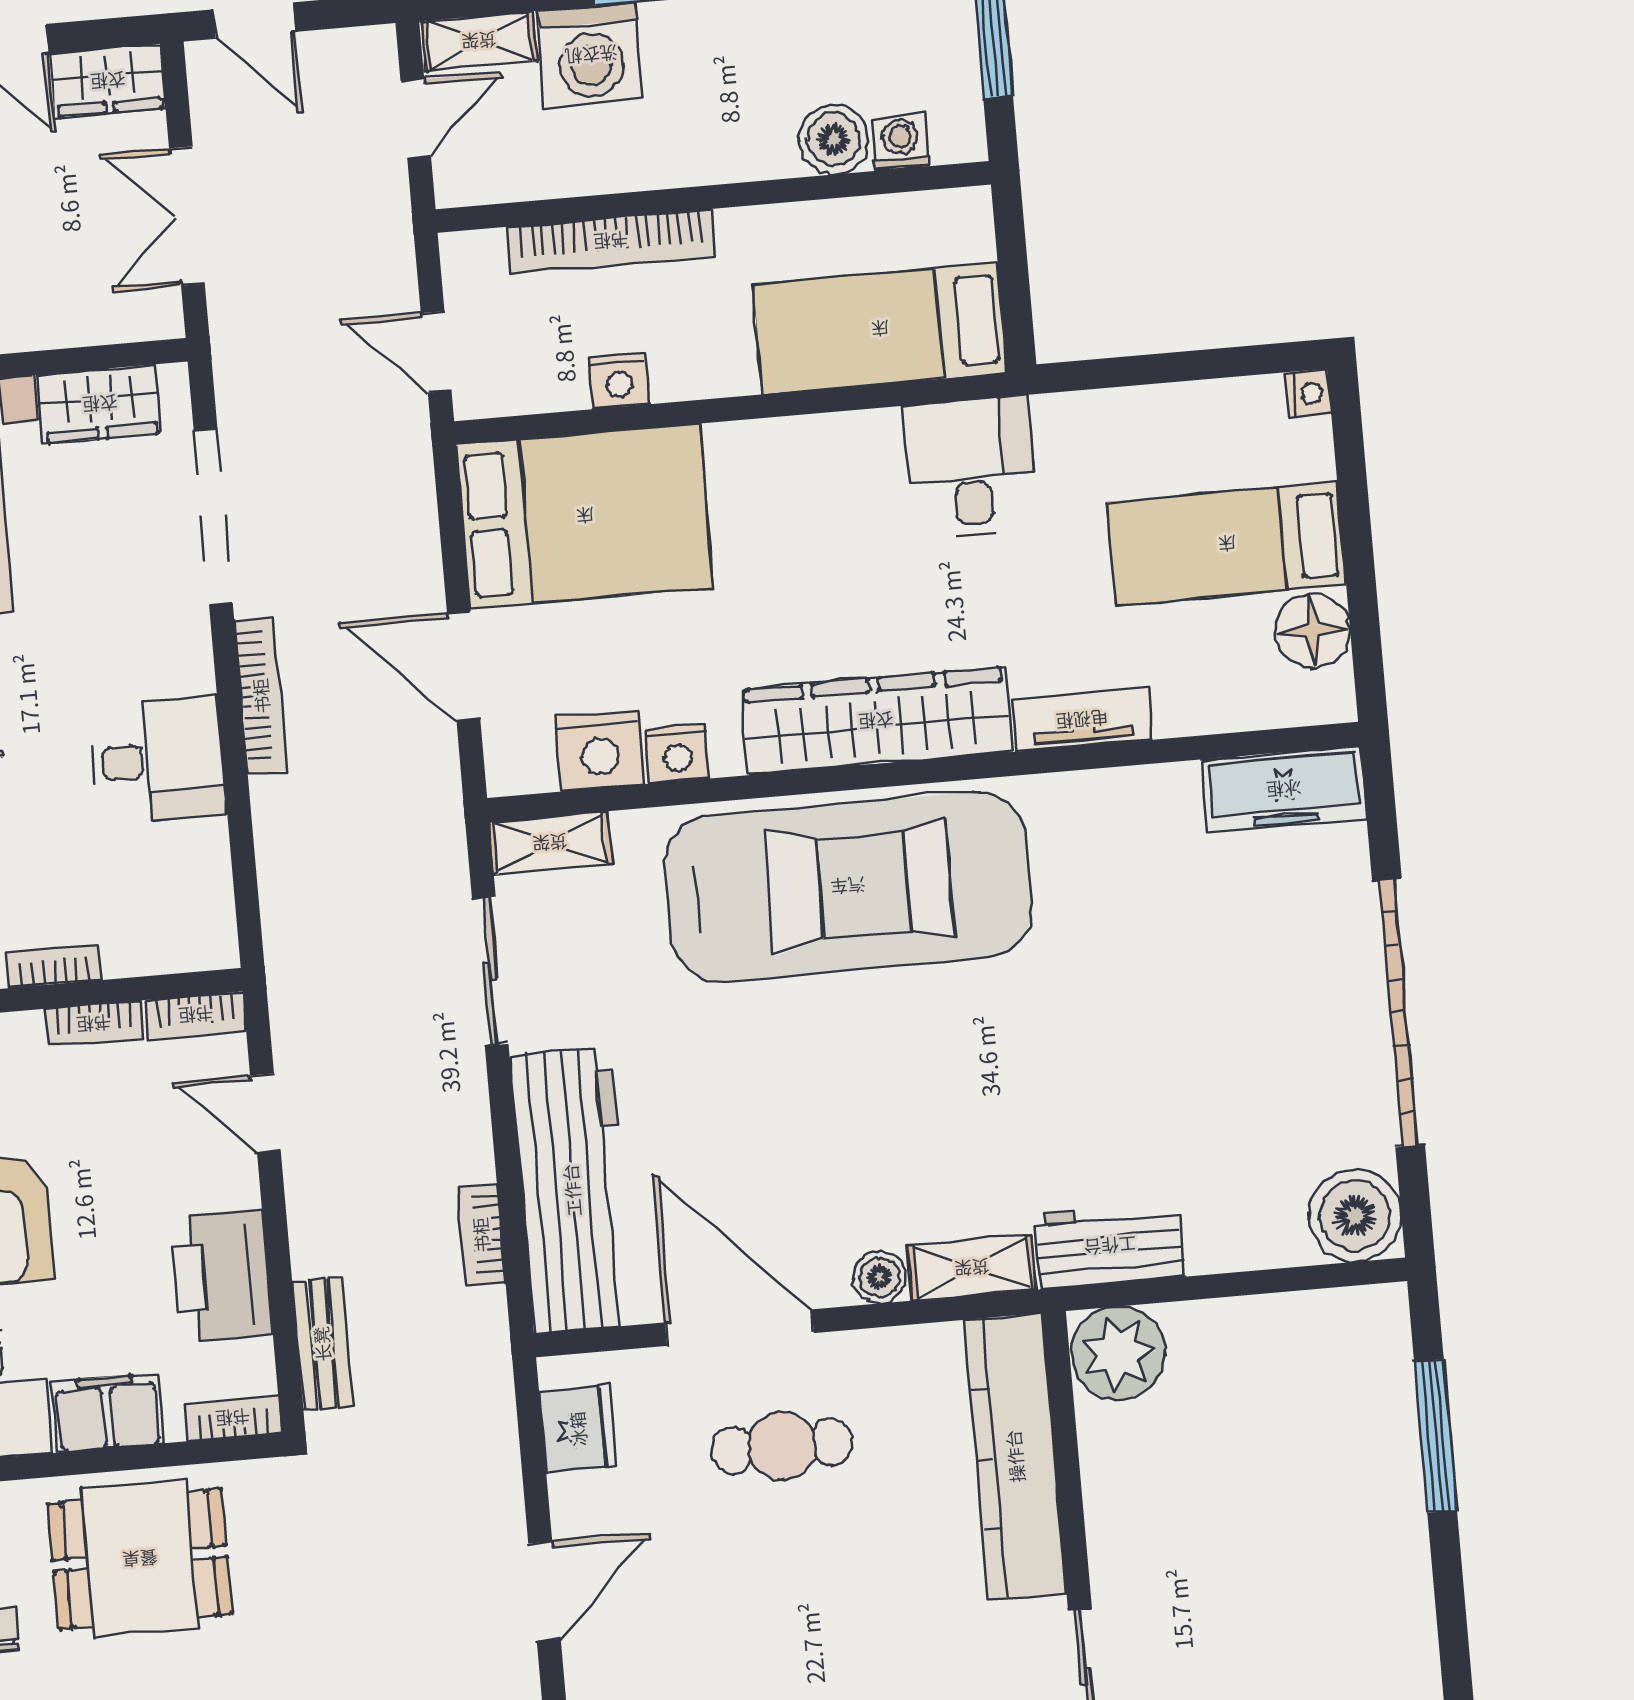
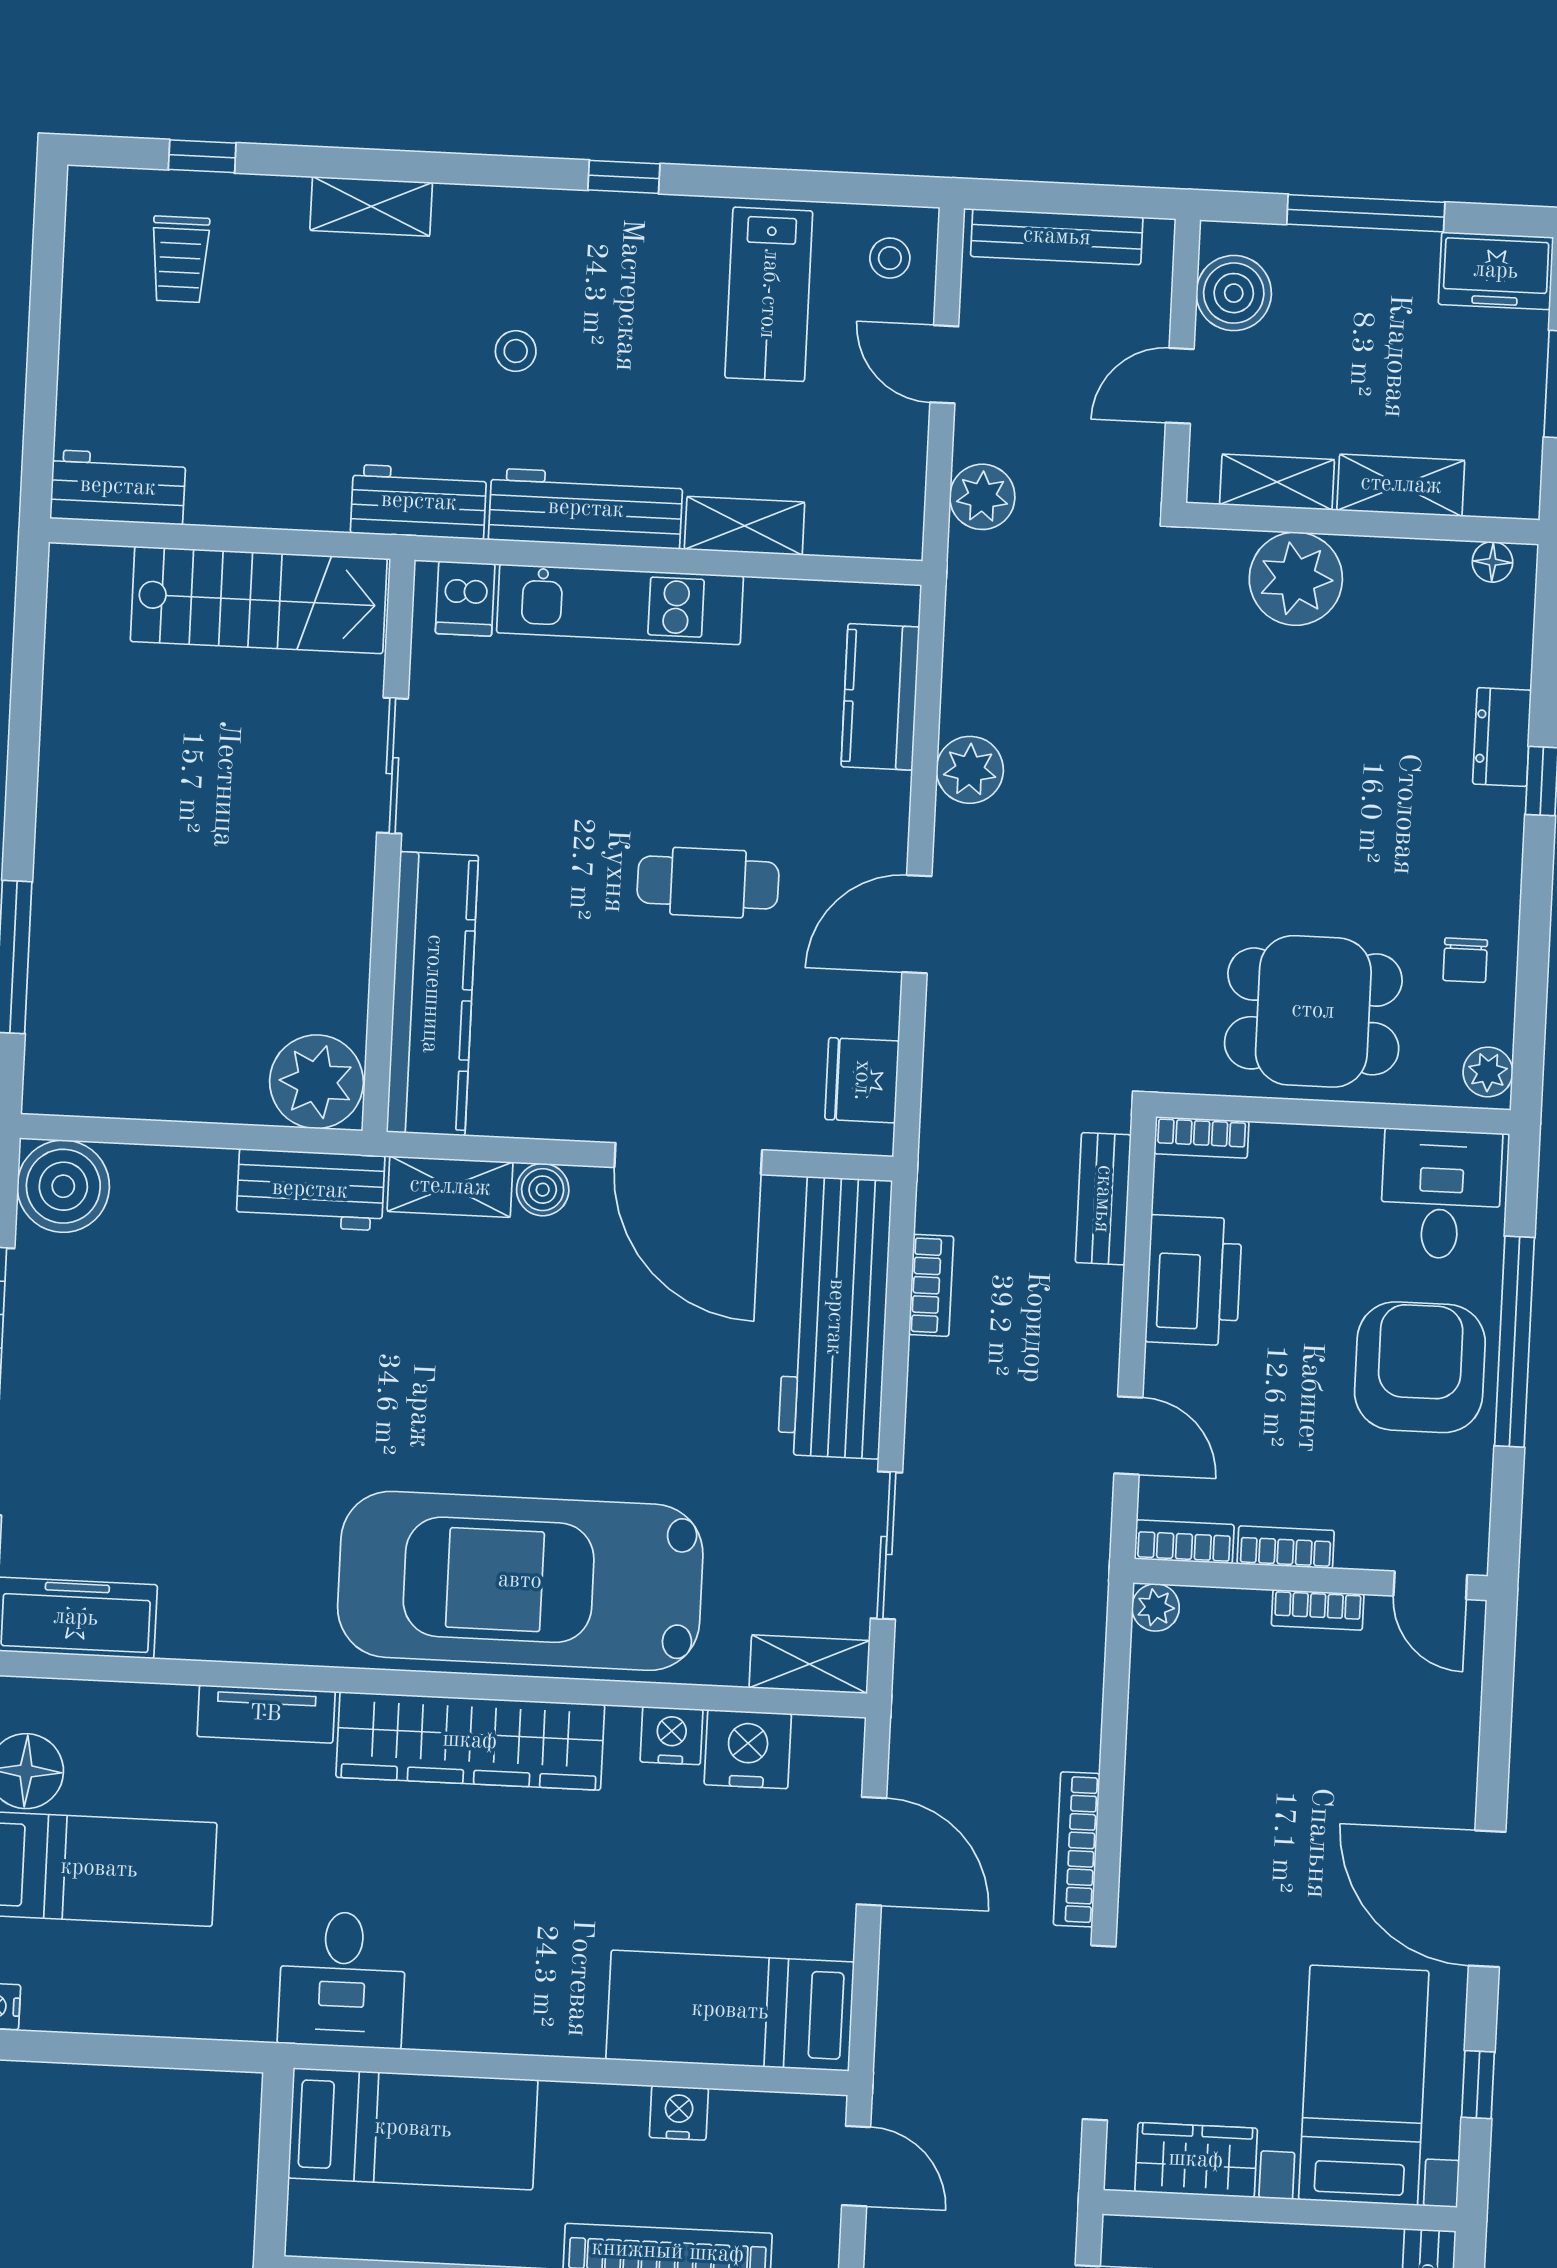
bed: (585, 516) -> (730, 2011), width x0.67
desk: (158, 760) -> (1187, 1800), removed
plant: (215, 946) -> (1156, 1607), added
filing cabinet: (108, 1412) -> (1325, 1160), removed
cafe table: (782, 1446) -> (708, 883), moved

